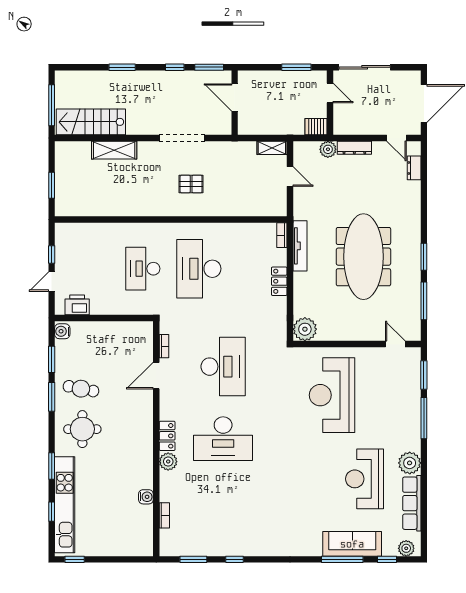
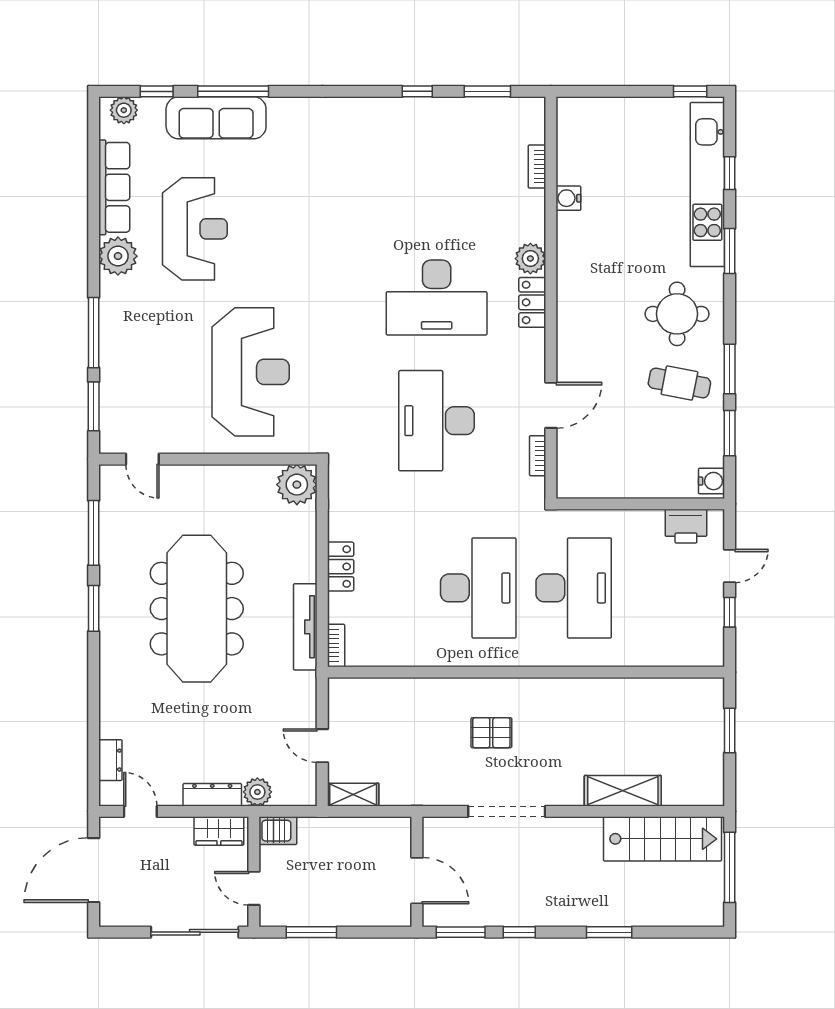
wardrobe: (350, 126) -> (219, 831), added
desk: (143, 269) -> (574, 588), width x1.36, depth x1.30
desk: (223, 439) -> (437, 298), turned 180

